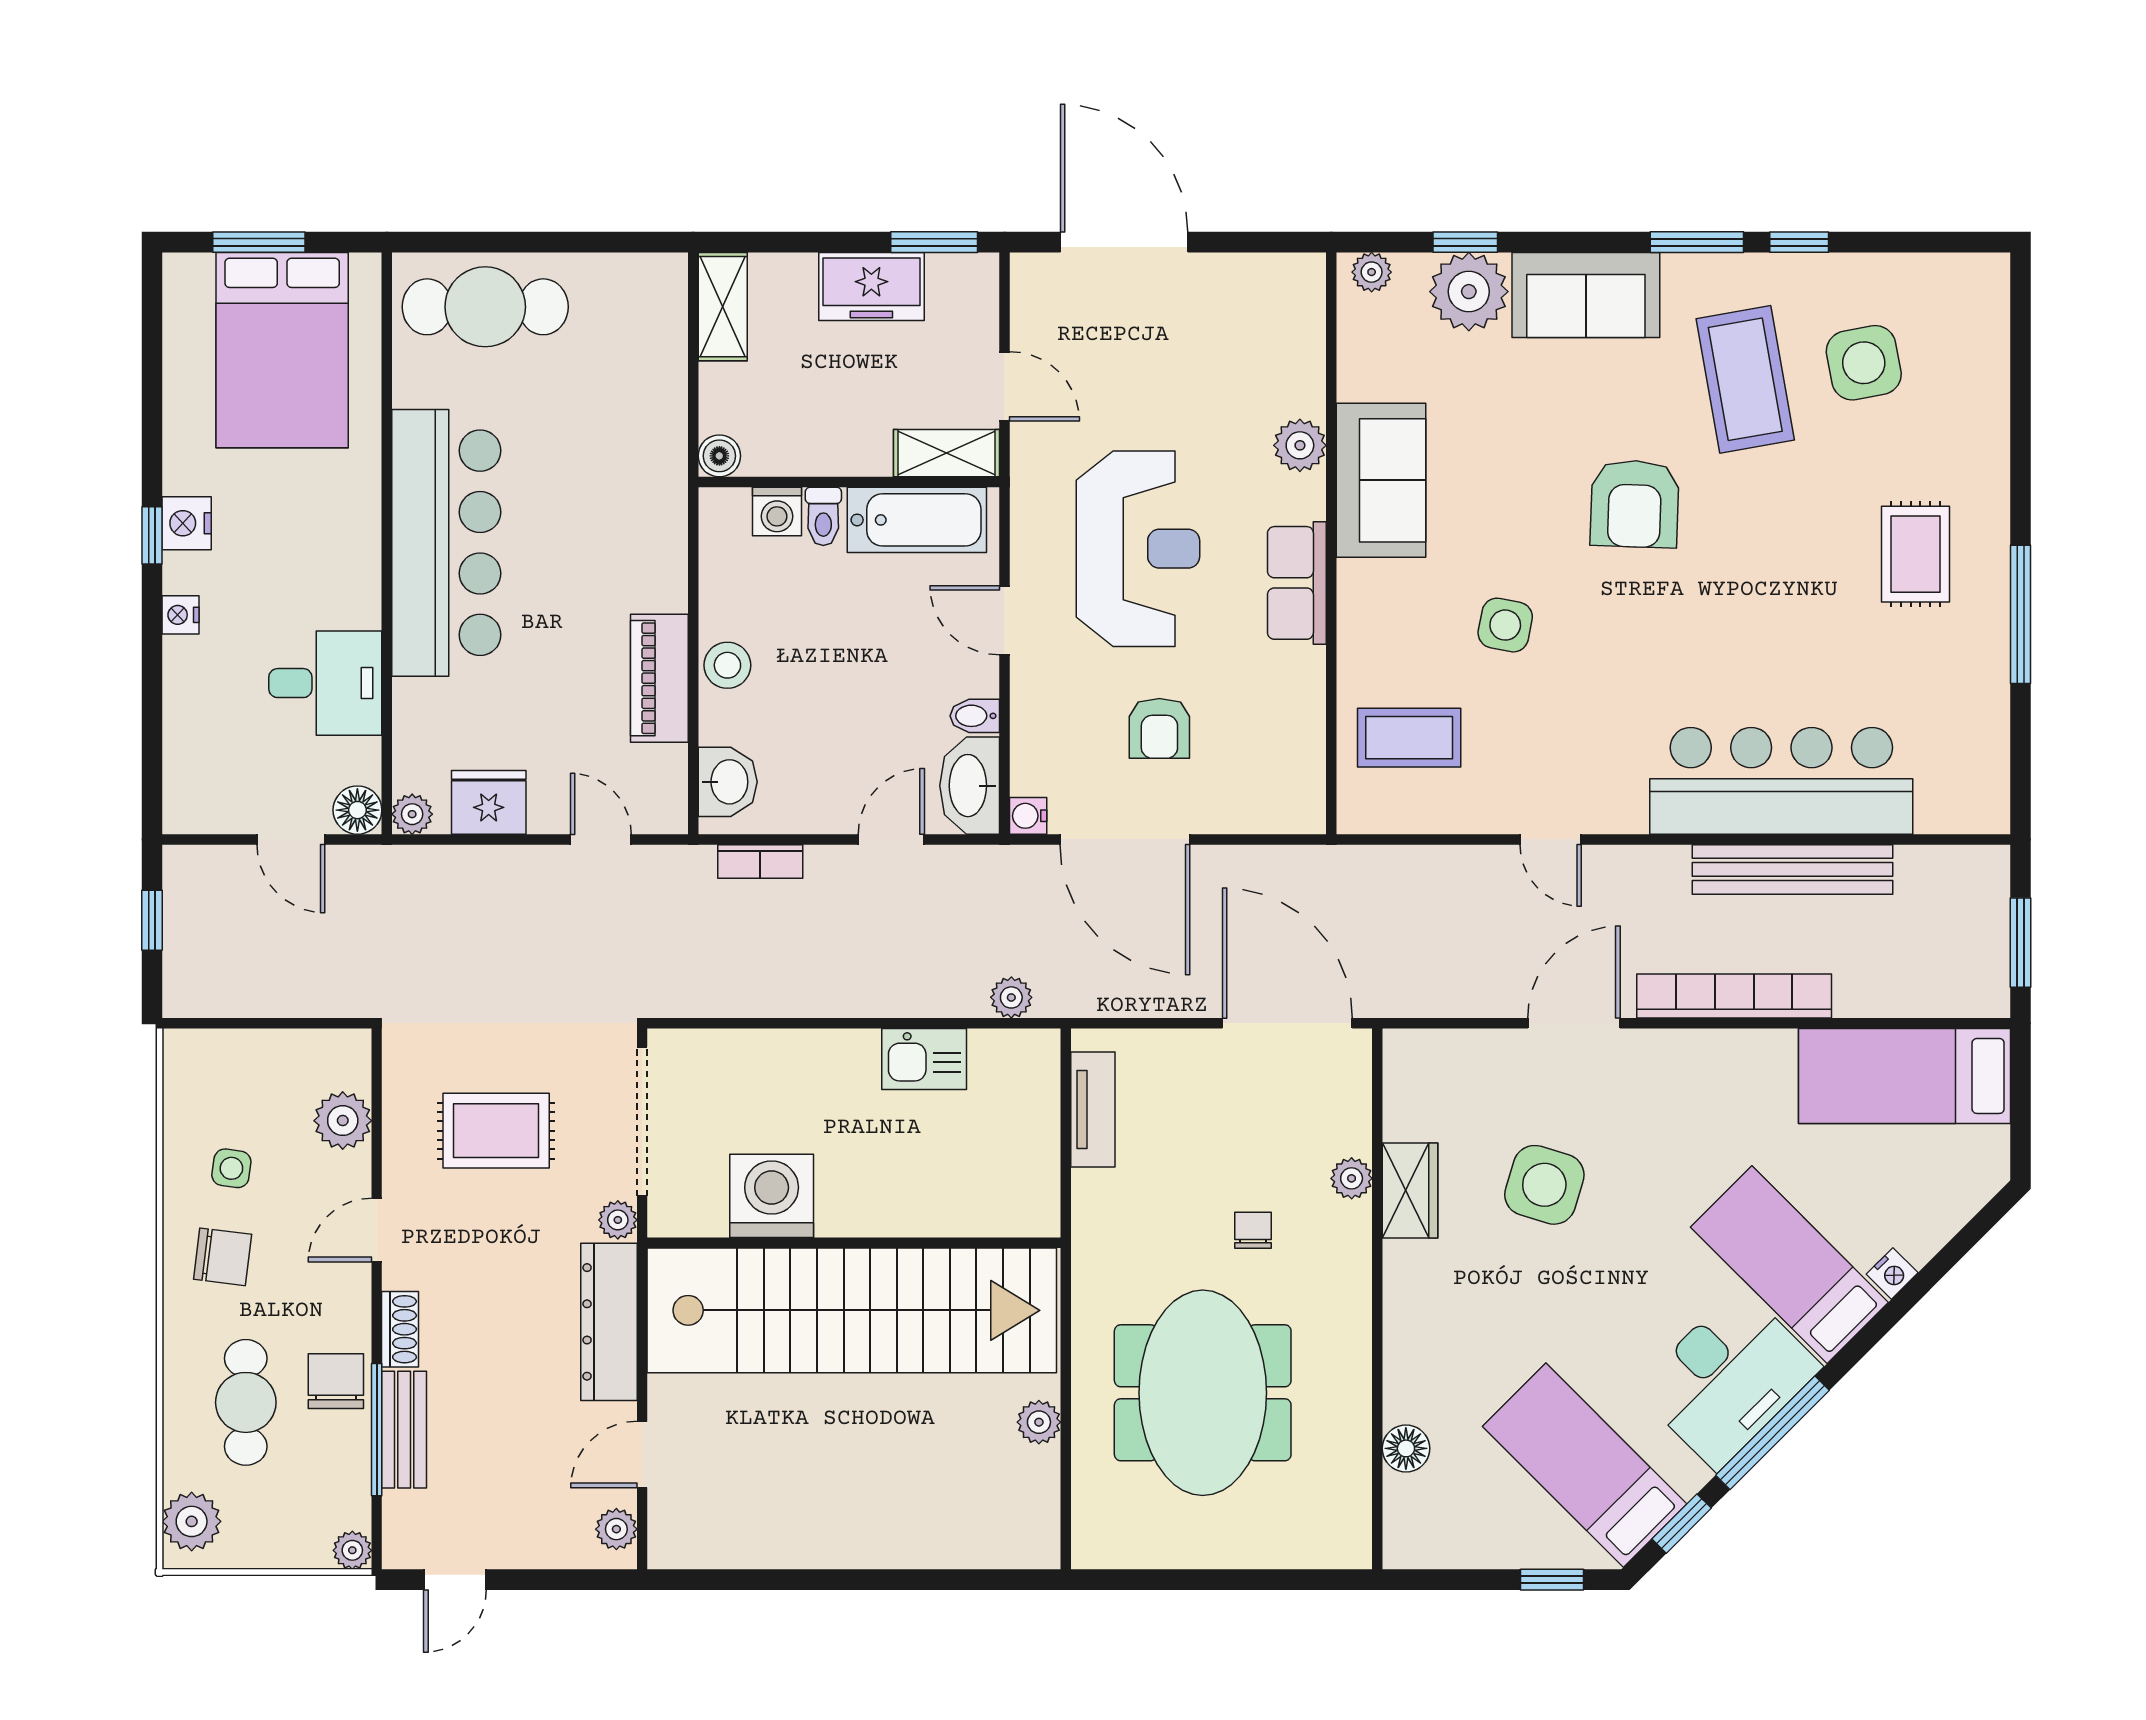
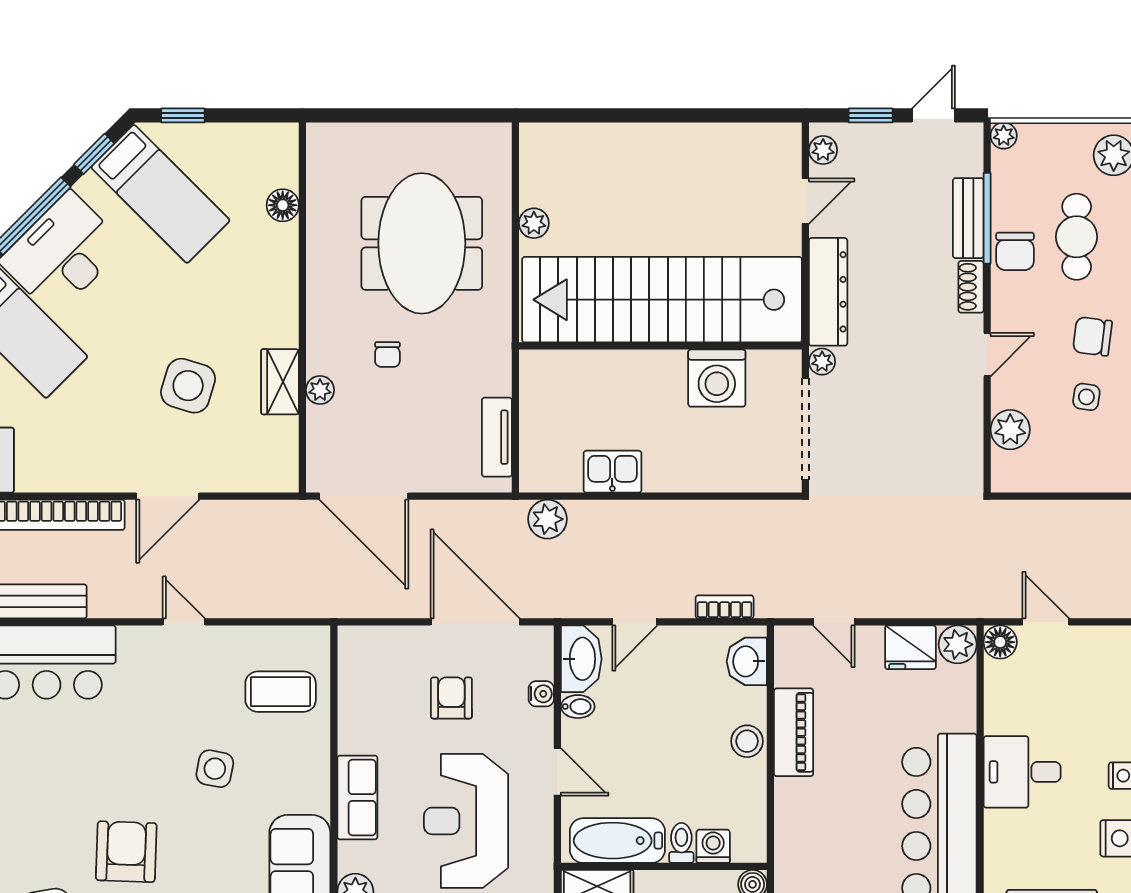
desk: (325, 683) -> (1022, 772), moved
plant: (412, 814) -> (958, 644), width x1.38, depth x1.38
water cooler: (1028, 816) -> (541, 694), moved
plant: (1011, 997) -> (547, 519), width x1.38, depth x1.38
rug: (496, 1131) -> (905, 423), removed
window: (547, 1580) -> (871, 115), added

